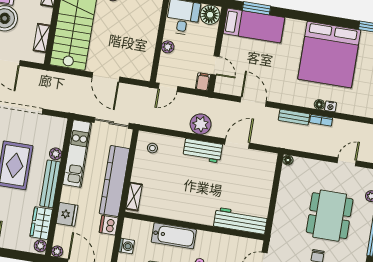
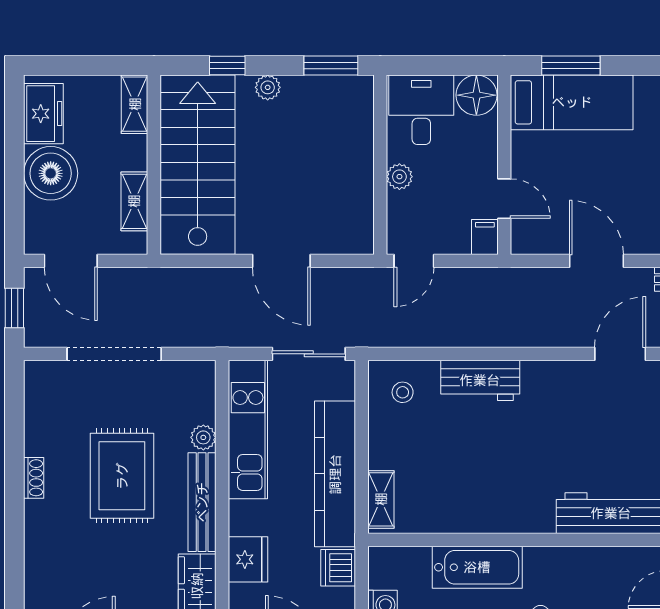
plant: (201, 124) -> (494, 326), removed
door: (237, 144) -> (620, 354), moved
workbench: (203, 151) -> (480, 380), moved

